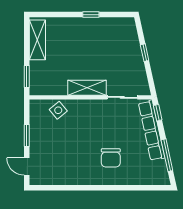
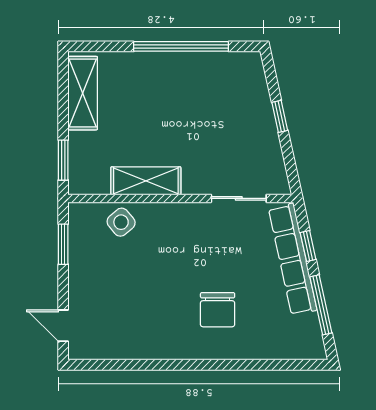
window: (91, 15) -> (181, 46), width x3.17
shelving: (87, 88) -> (146, 181), moved
window: (158, 113) -> (308, 246), moved
window: (27, 135) -> (63, 244), moved

